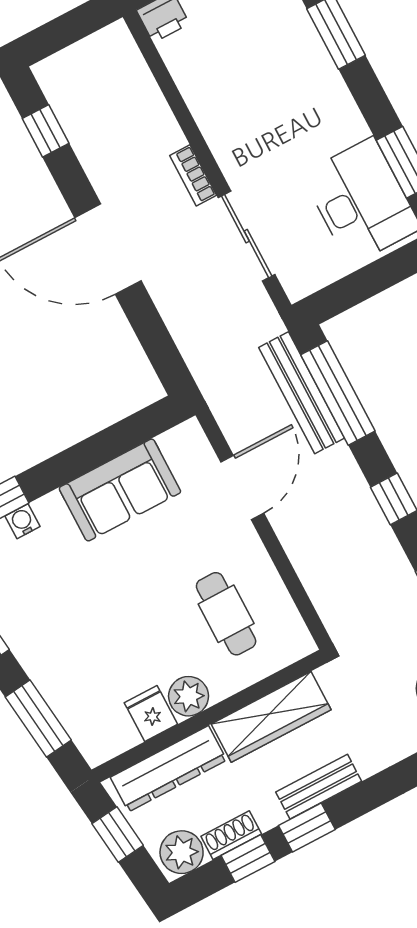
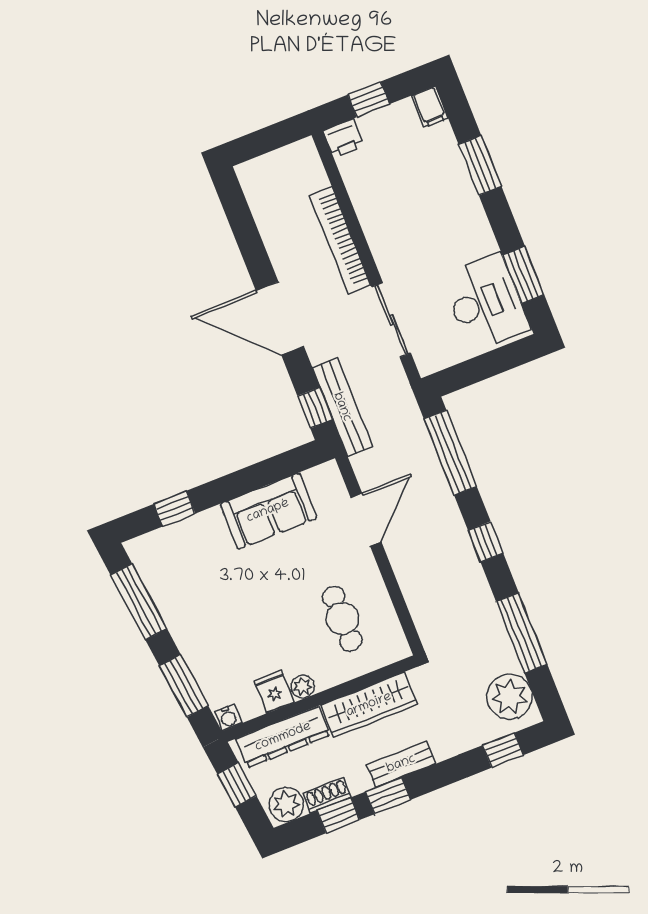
window: (46, 131) -> (315, 408), moved
bookcase: (193, 175) -> (340, 240), width x2.31, depth x1.31
bench: (302, 393) -> (342, 407), moved
water cooler: (22, 521) -> (228, 717), moved, turned 180
plant: (189, 696) -> (303, 687), width x0.73, depth x0.73

